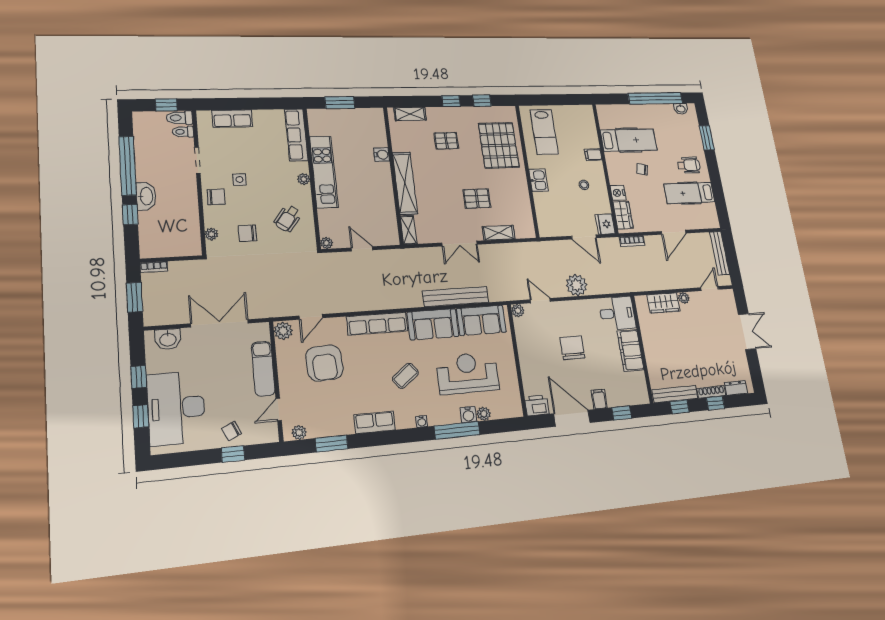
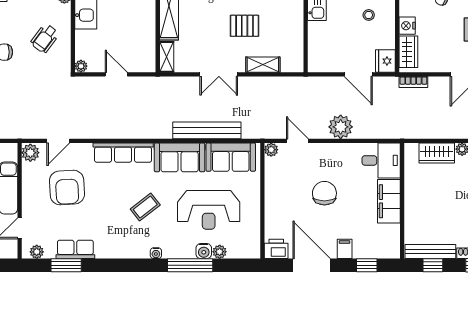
reception desk: (468, 373) -> (209, 210), turned 180
row of seats: (375, 422) -> (75, 249), moved

